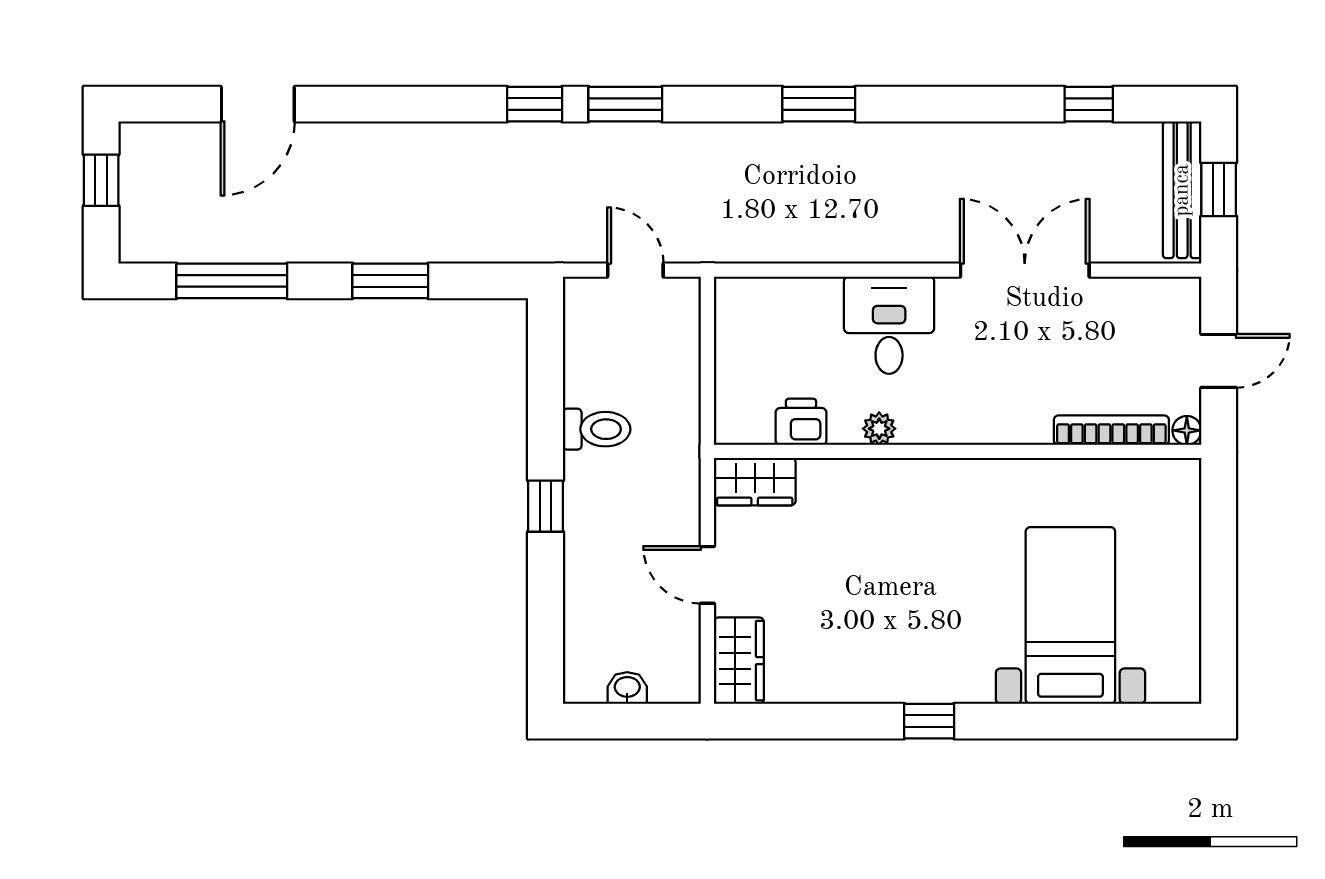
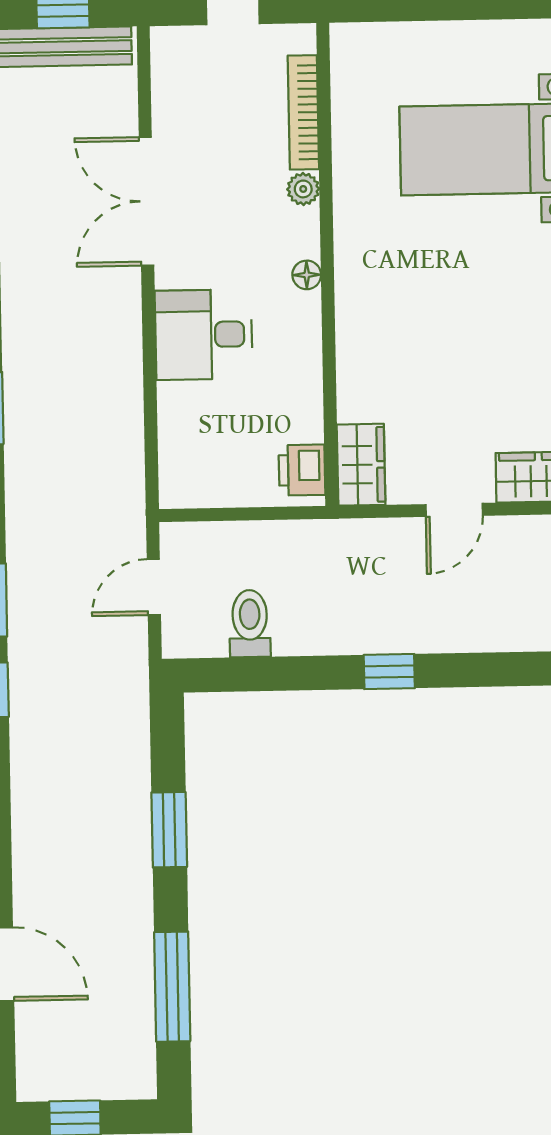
printer: (801, 422) -> (302, 470), moved
toilet: (597, 429) -> (250, 624), moved
plant: (879, 429) -> (303, 189), moved
floor lamp: (1187, 430) -> (307, 275), moved

